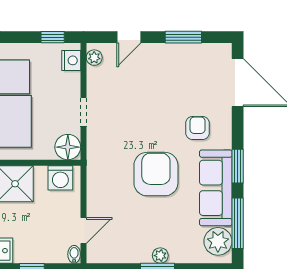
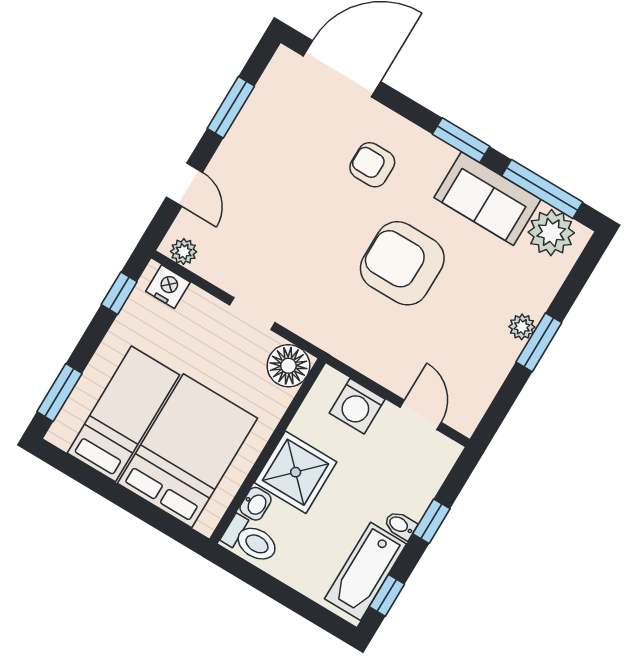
washing machine: (60, 178) -> (357, 406), moved, turned 90
sofa: (216, 188) -> (487, 199), width x0.73
bidet: (74, 254) -> (400, 525), moved

